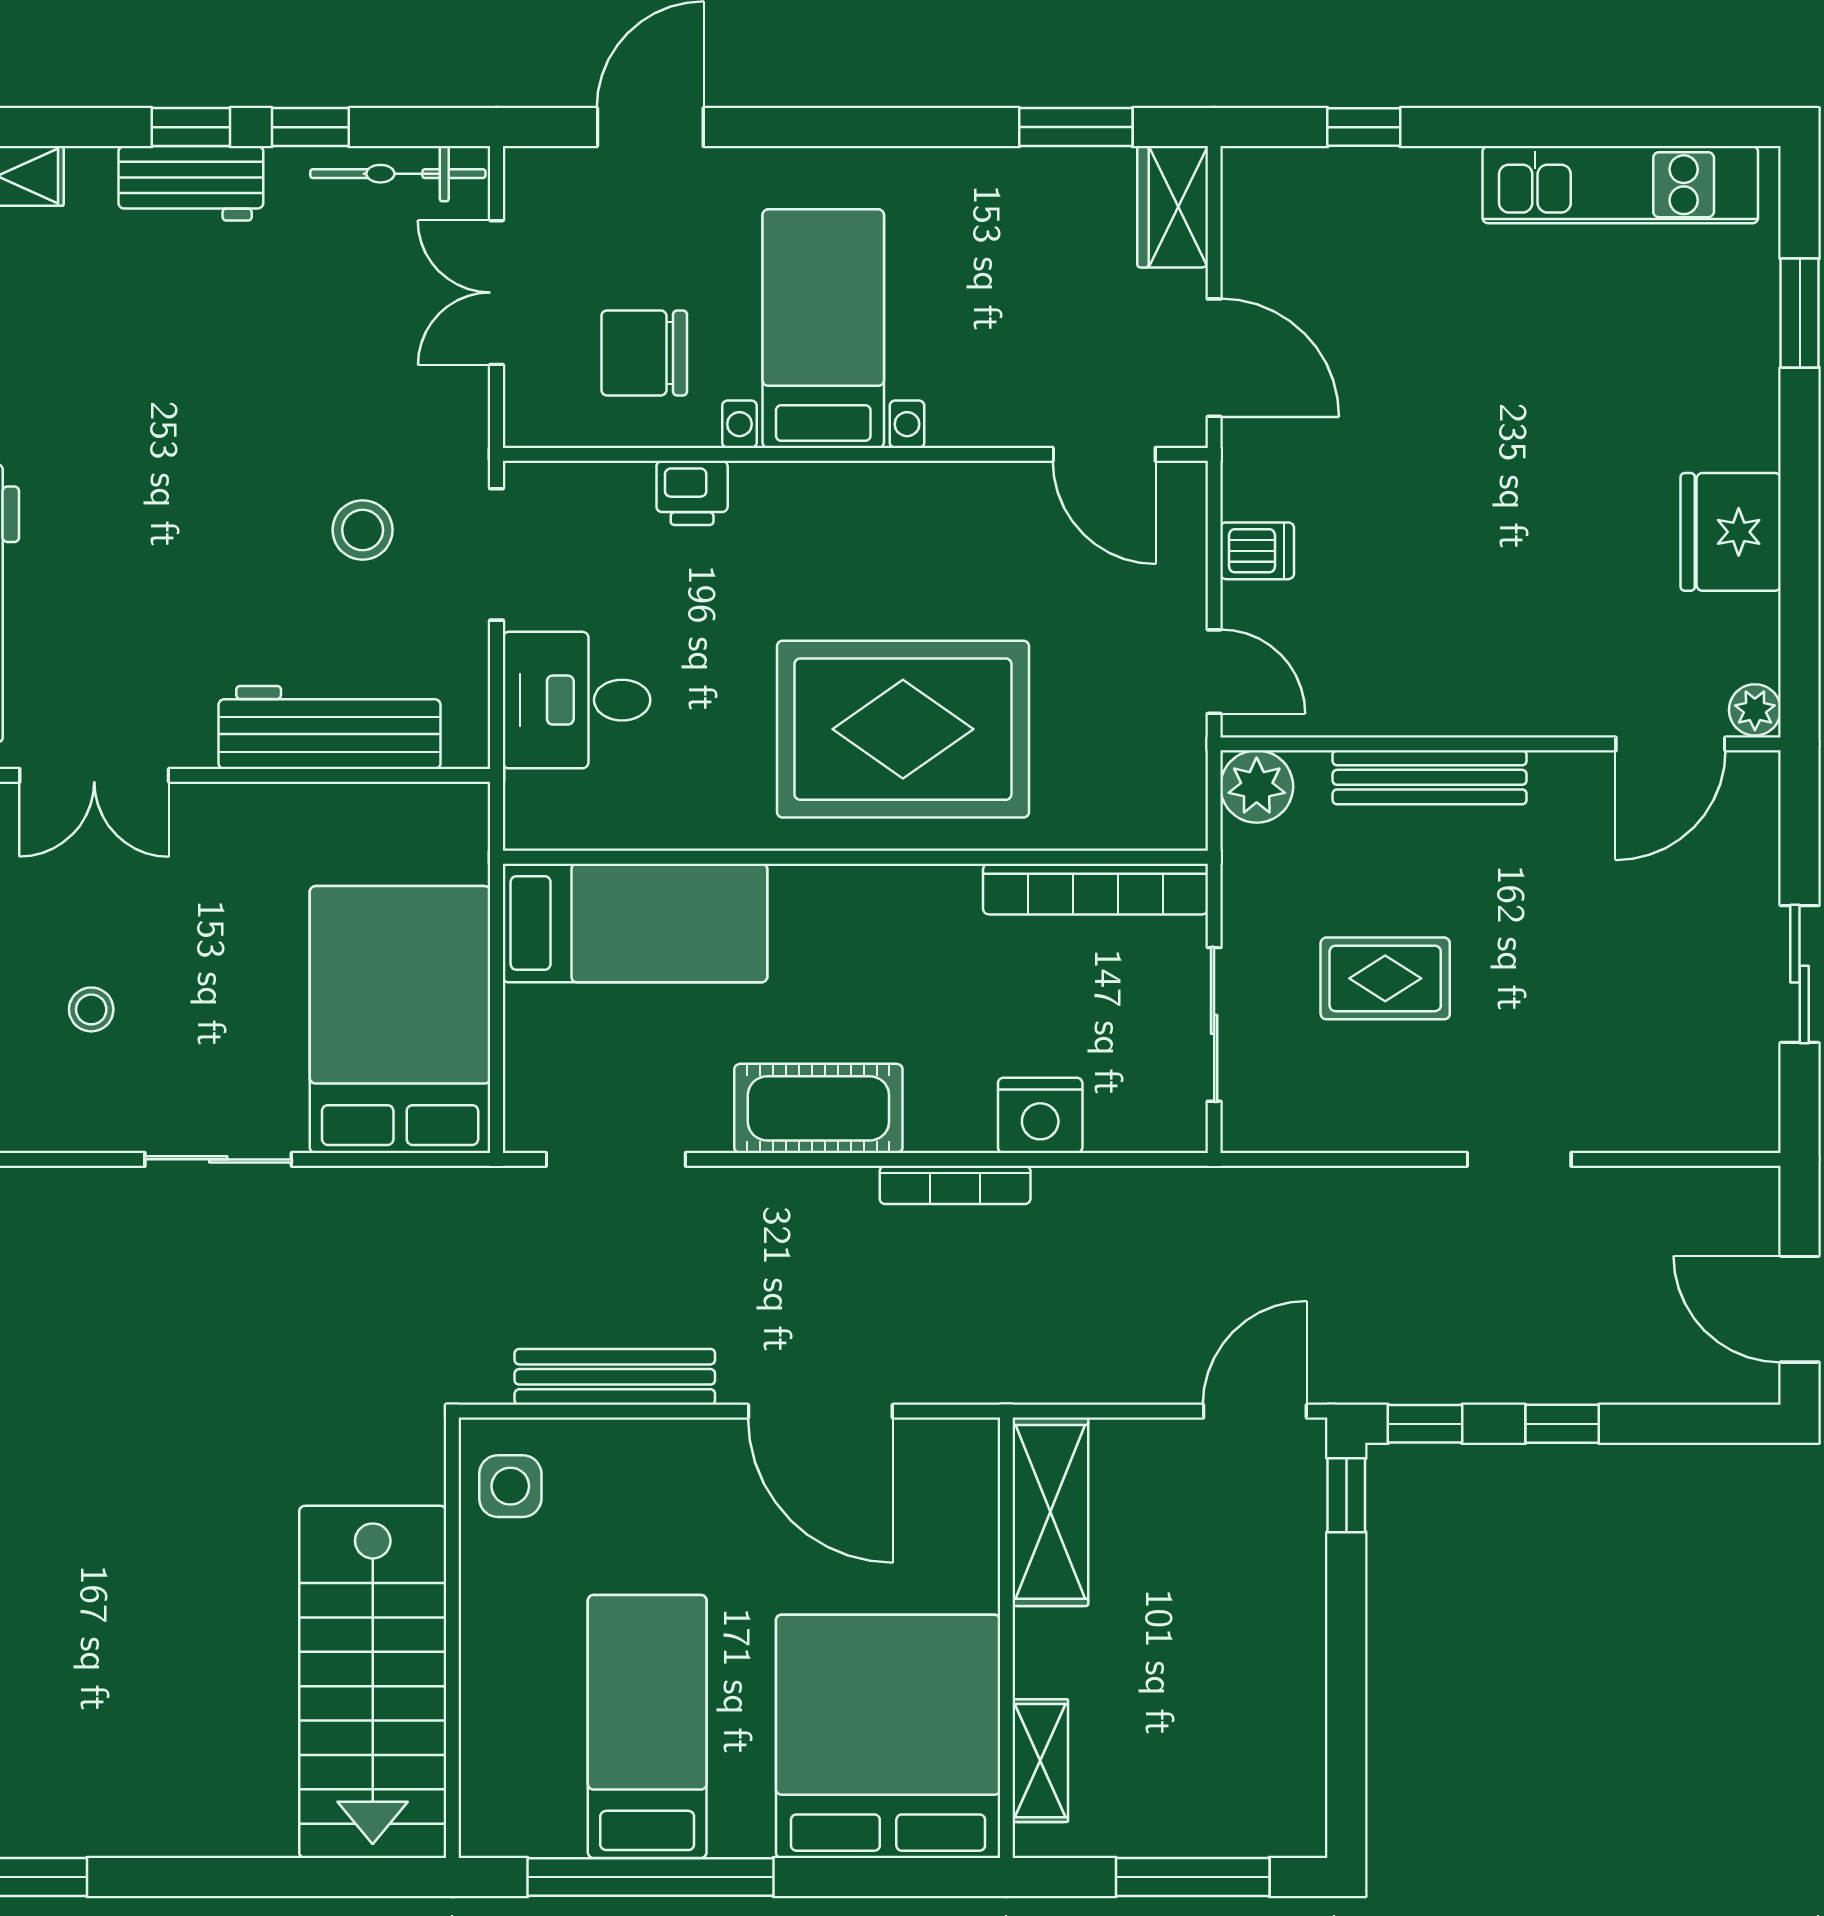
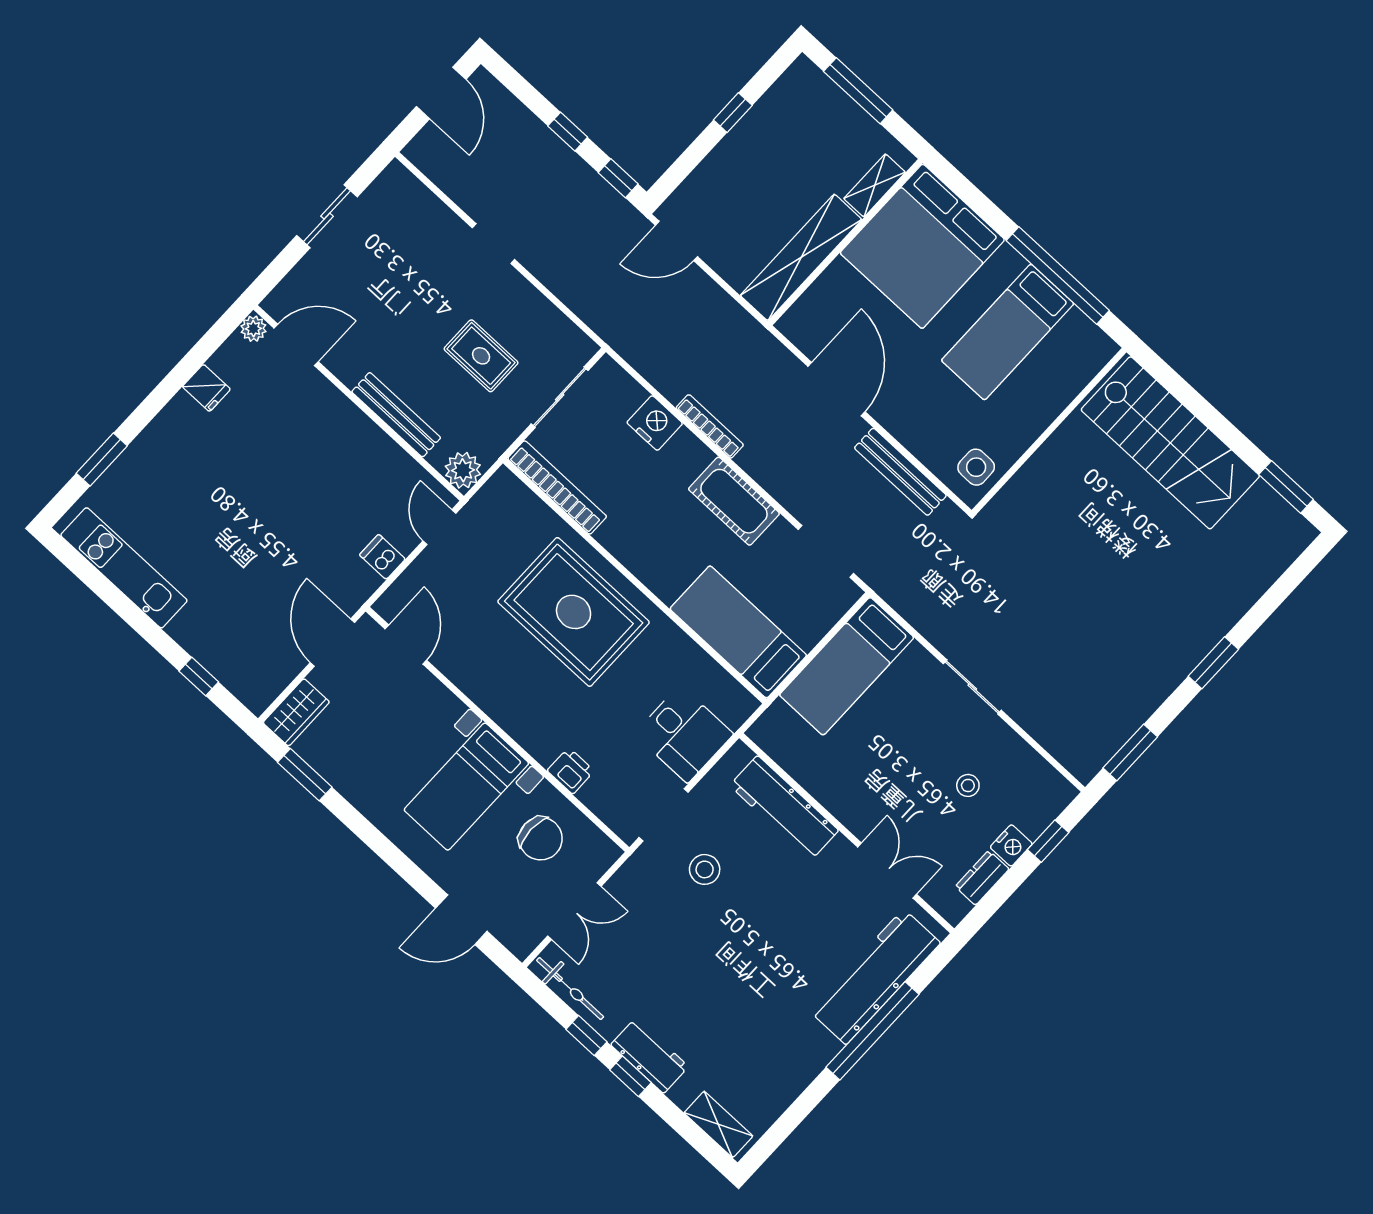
fridge: (1731, 532) -> (206, 388), width x0.53, depth x0.75
bed: (400, 1020) -> (847, 666), width x0.67
window: (1346, 1495) -> (733, 113), moved
shelving: (1050, 1512) -> (801, 257), width x1.47
stairs: (373, 1682) -> (1170, 443), moved, turned 90

